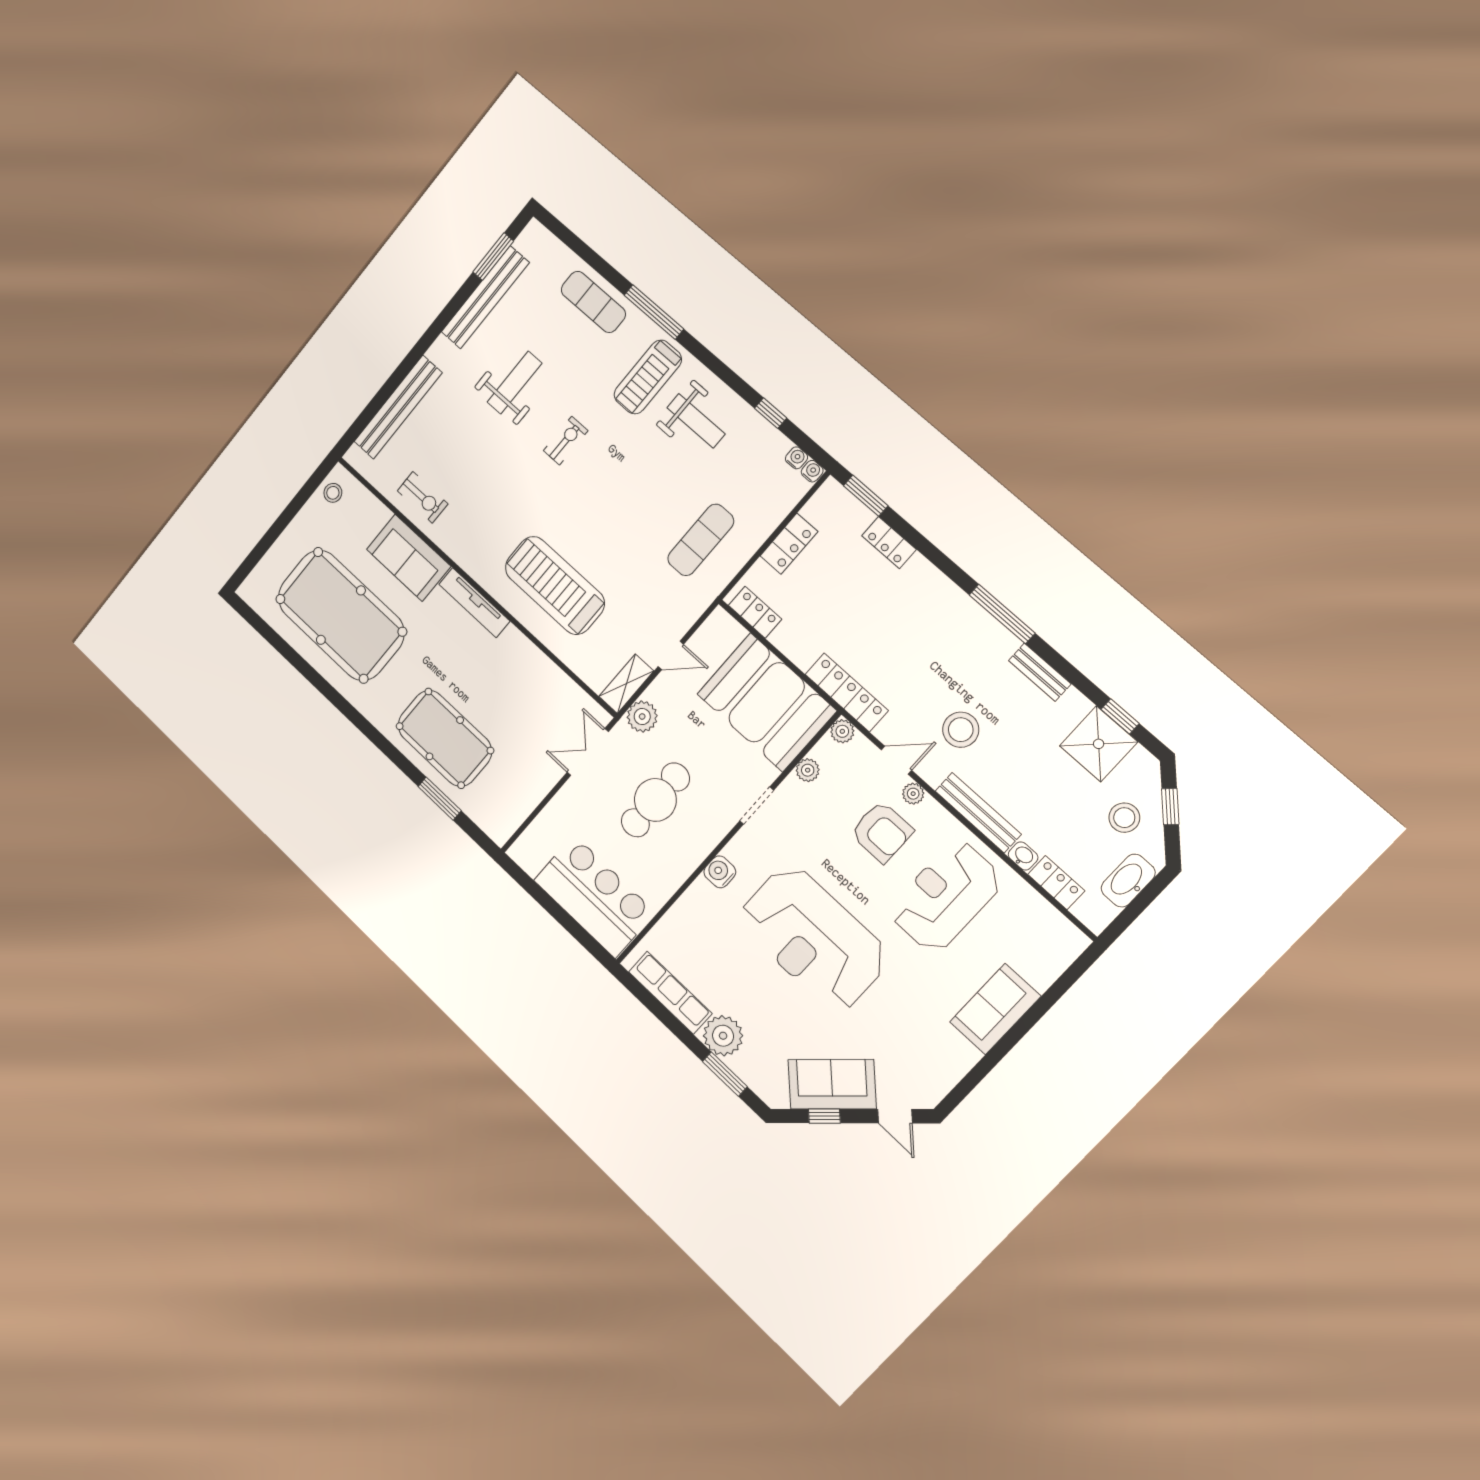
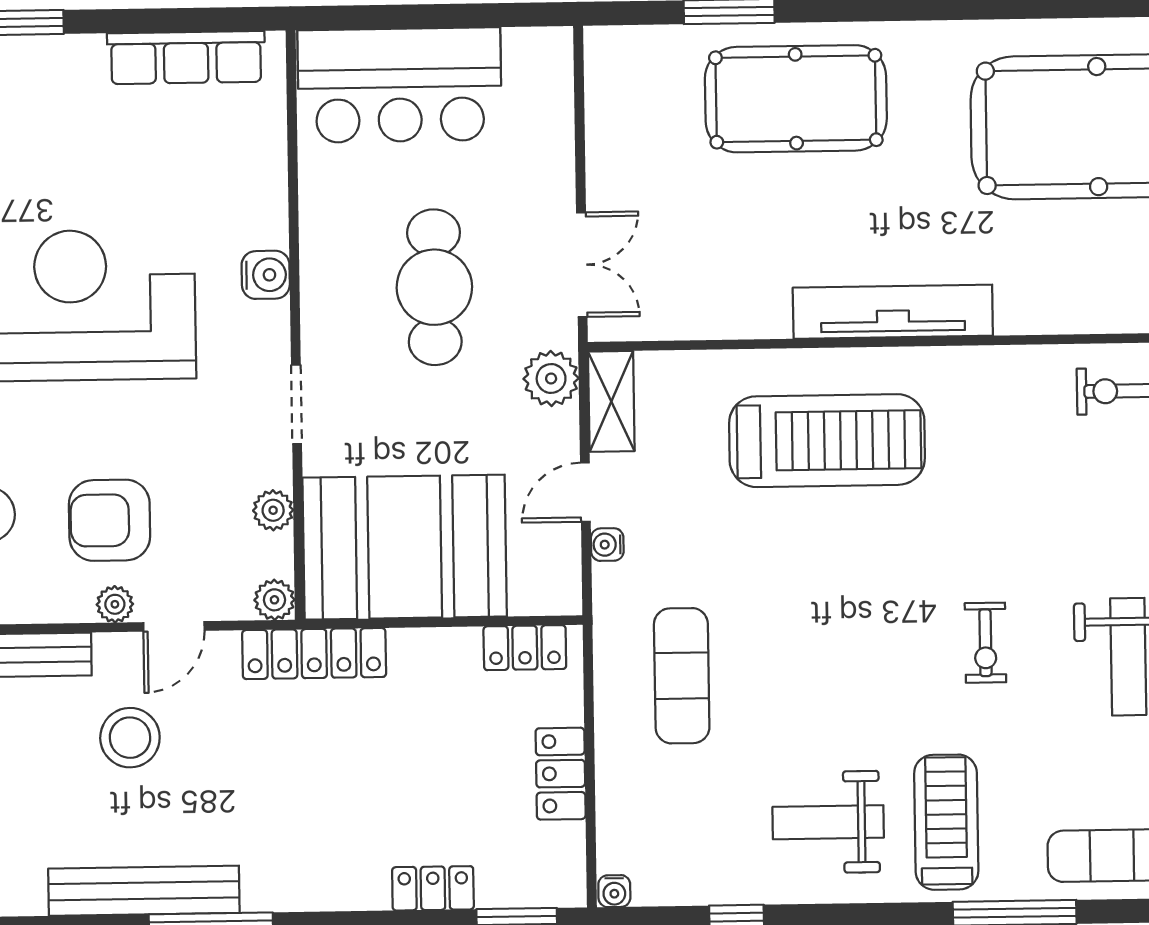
water cooler: (797, 458) -> (607, 545), moved, turned 90
sofa: (409, 558) -> (1069, 292), removed
tv unit: (474, 603) -> (893, 312), width x1.36, depth x1.29
bench: (1040, 672) -> (144, 891), width x1.86, depth x1.21
plant: (723, 1036) -> (68, 69), removed

